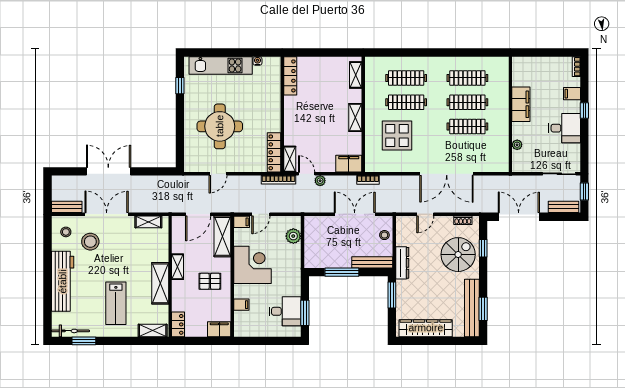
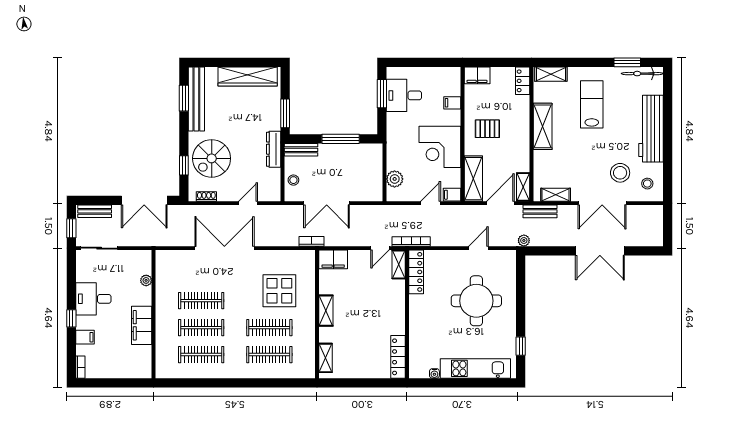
door: (307, 174) -> (380, 248), hinge flipped
plant: (320, 181) -> (524, 240), moved
bench: (67, 207) -> (540, 211), moved
bench: (372, 262) -> (301, 150), width x0.73
shelving: (178, 267) -> (523, 187), moved

